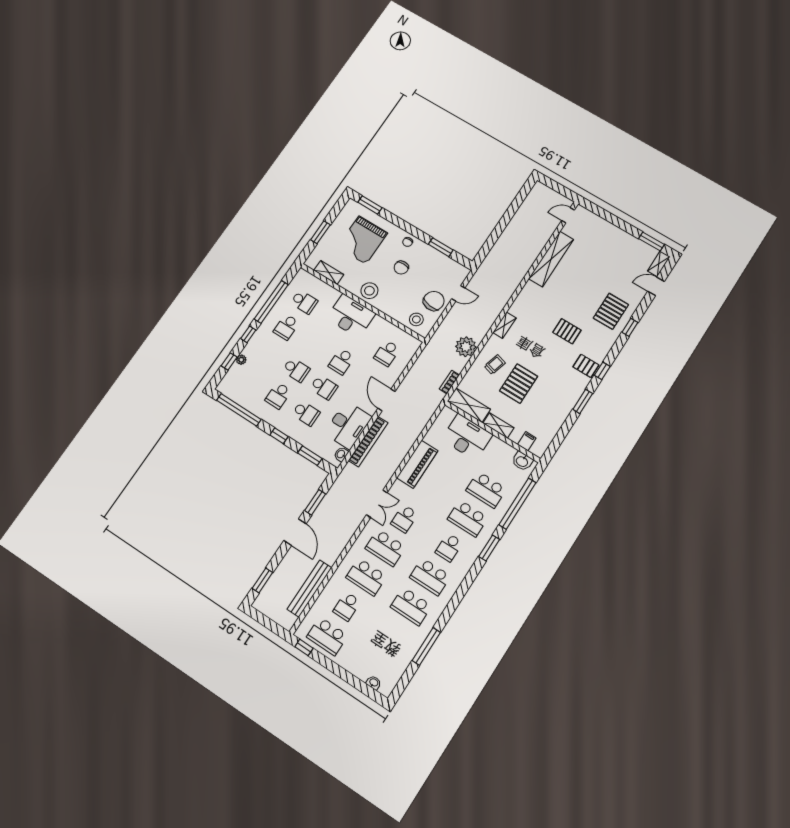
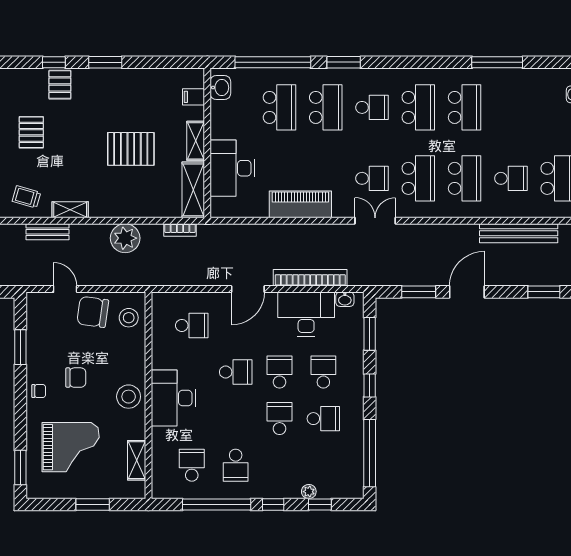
bench: (500, 304) -> (47, 232), added
school desk: (286, 327) -> (236, 465), turned 90
trolley: (495, 365) -> (26, 197), moved

